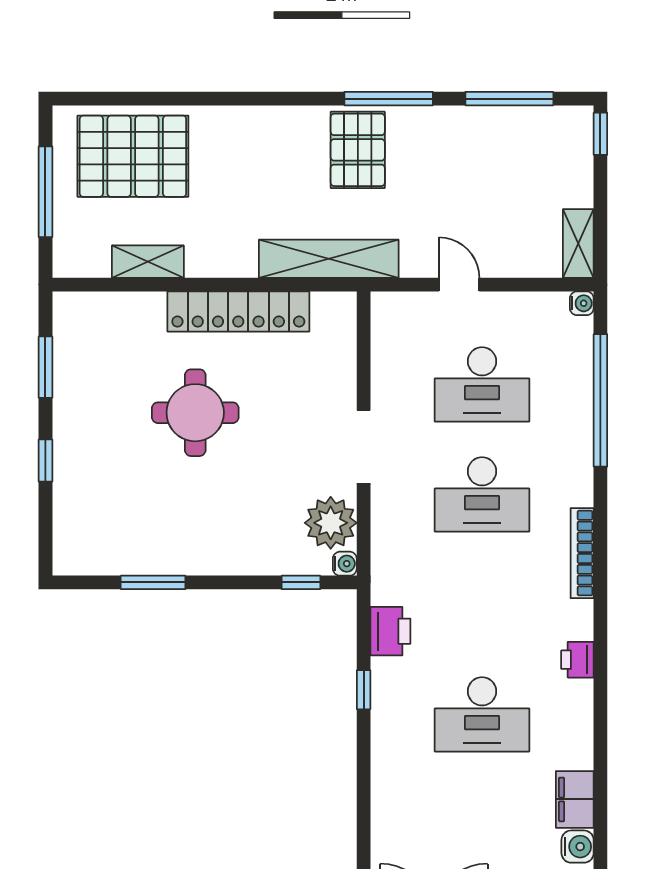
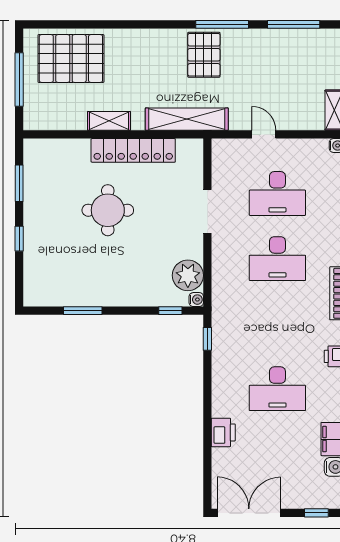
shelving: (148, 262) -> (109, 121), moved
doorway: (364, 447) -> (207, 211), moved
printer: (390, 631) -> (223, 432), moved
window: (364, 690) -> (207, 339), moved

